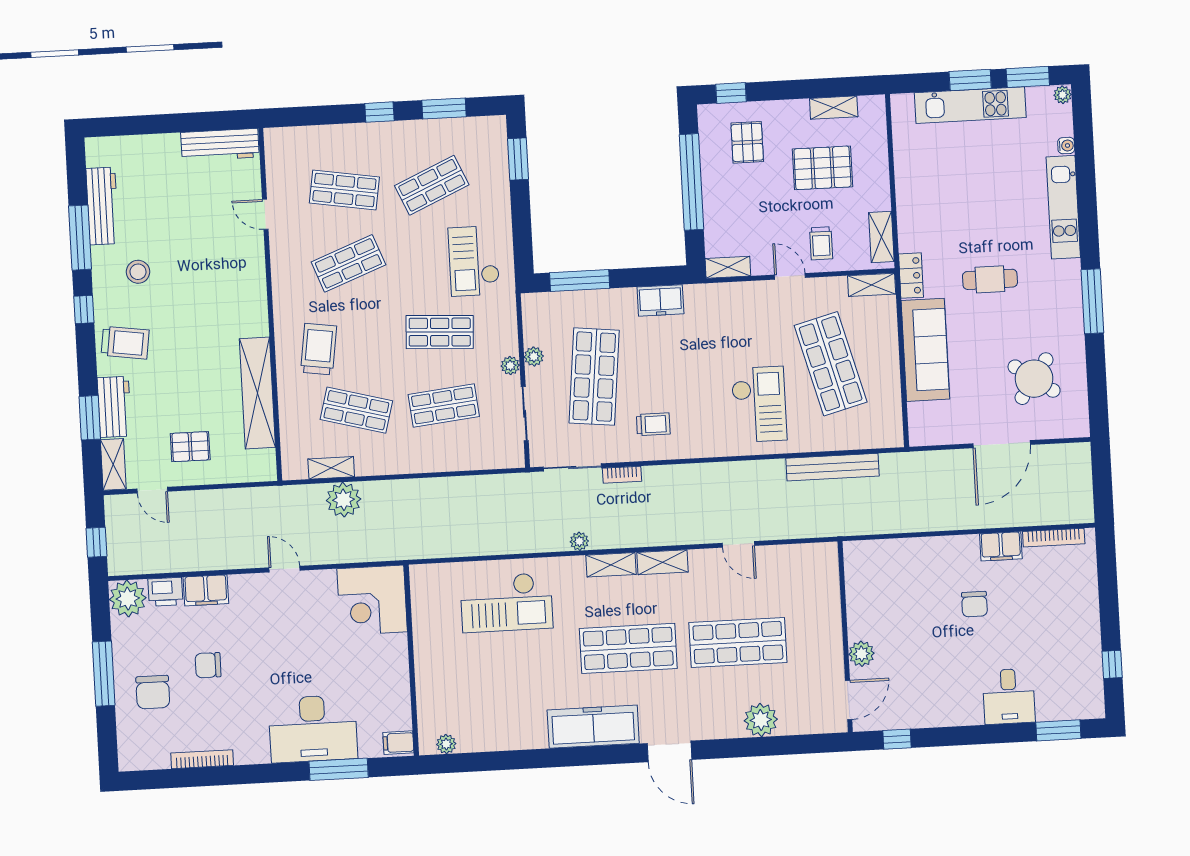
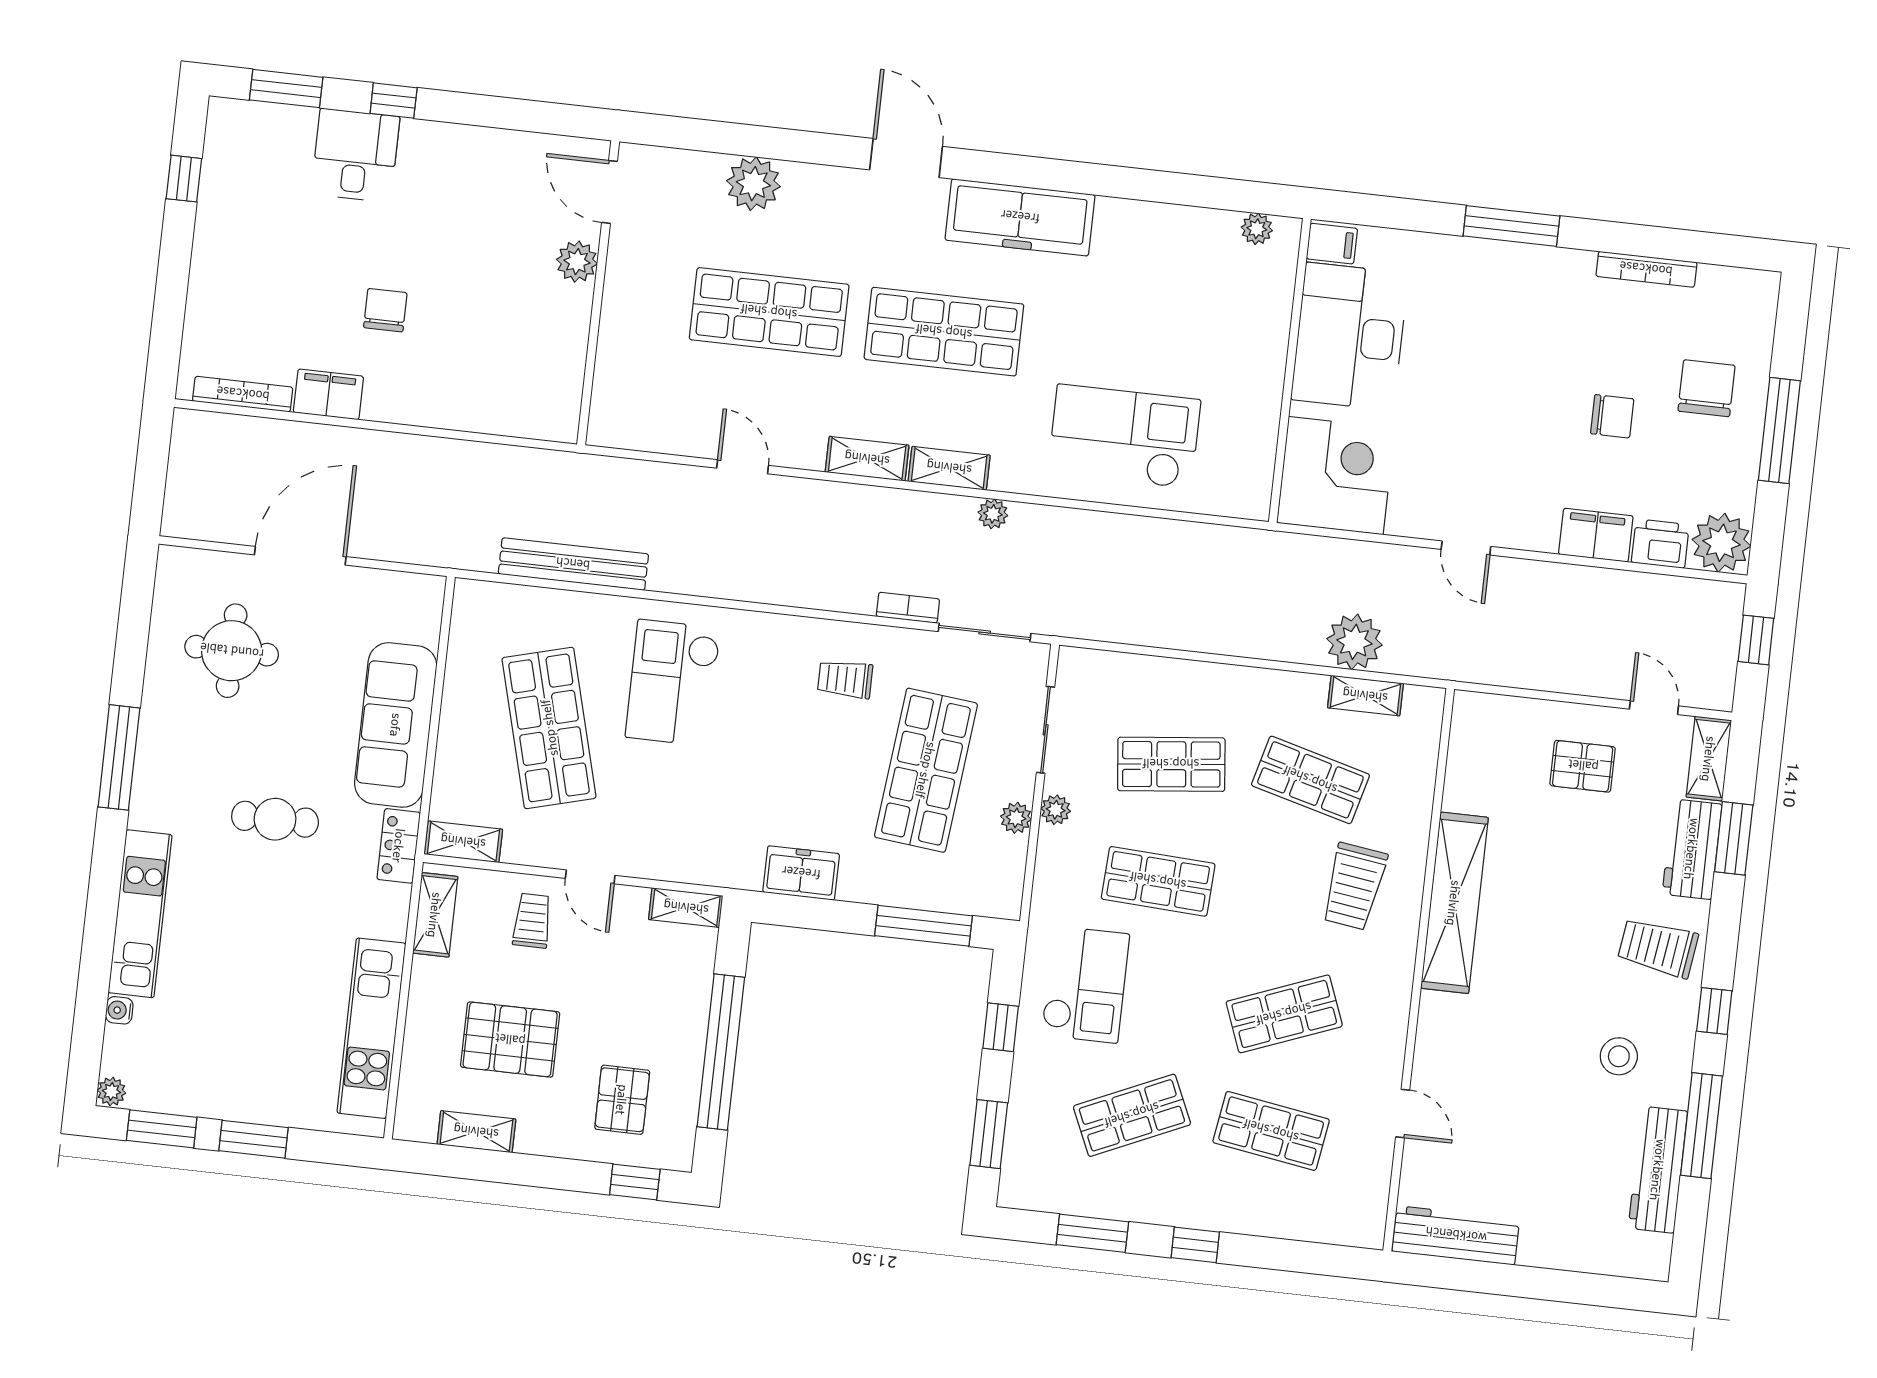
kitchen unit: (970, 105) -> (371, 1028), moved, turned -90
window: (522, 226) -> (1001, 1027), added
round table: (1034, 379) -> (232, 651), turned -35
shelving: (257, 393) -> (1454, 903), moved
door: (849, 700) -> (609, 192), hinge flipped
desk: (313, 729) -> (1350, 336), moved, turned -90
window: (897, 739) -> (394, 101), moved
window: (339, 769) -> (1511, 226), moved

